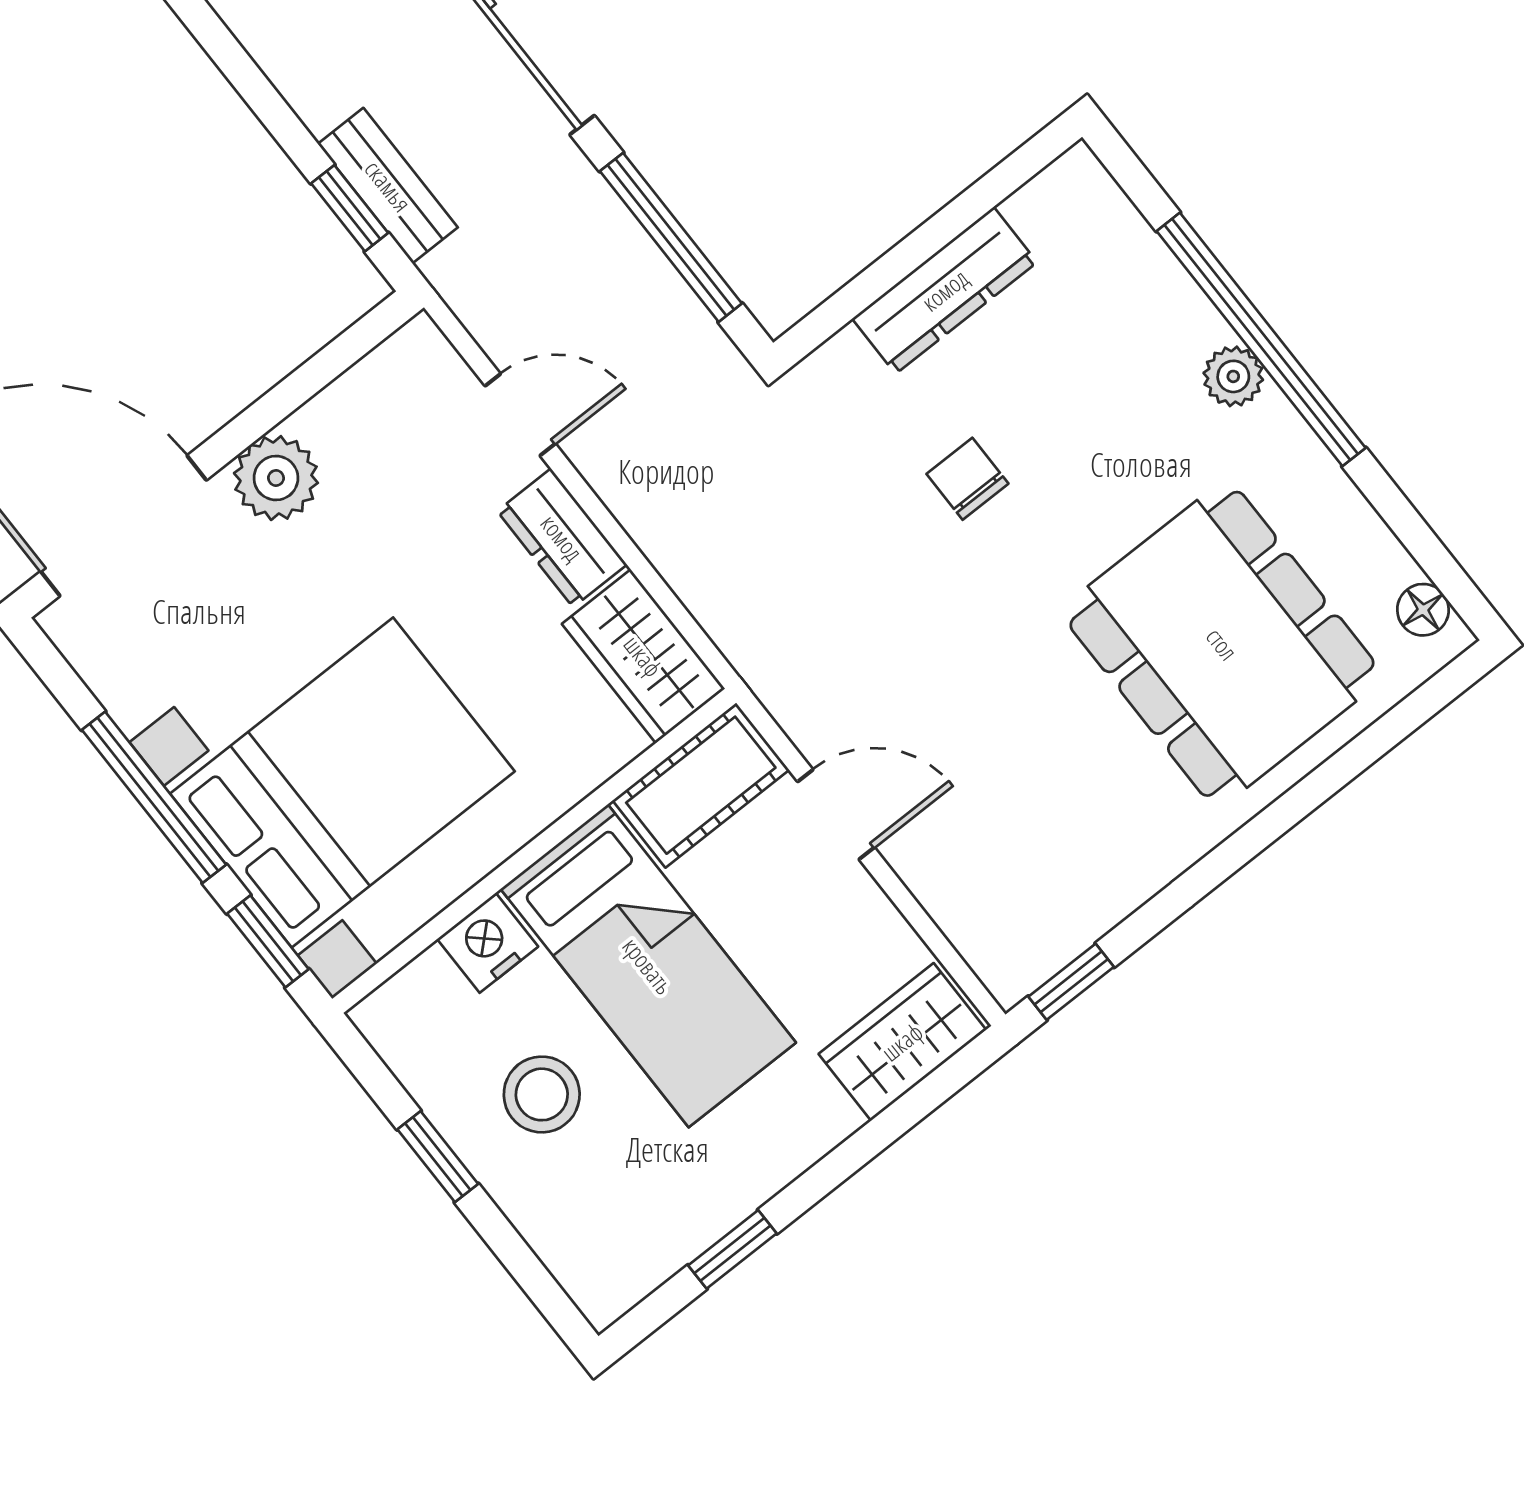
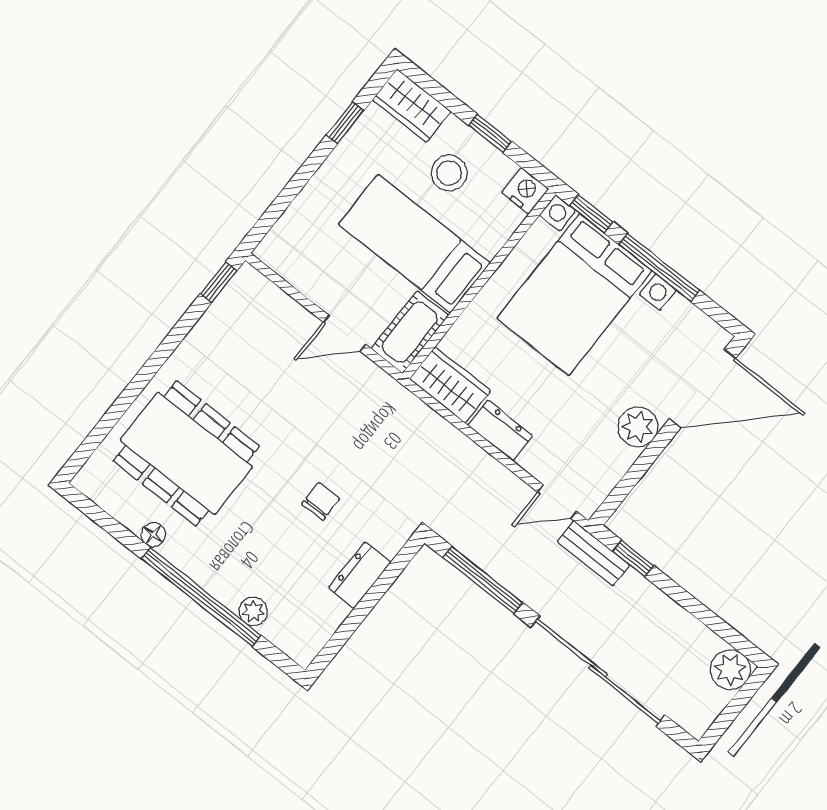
bench: (388, 186) -> (593, 553), moved
dresser: (945, 290) -> (360, 575), width x0.70
plant: (1233, 376) -> (253, 611), moved
door: (520, 415) -> (557, 502), moved
chair: (967, 479) -> (321, 501), turned -90
floor lamp: (1423, 610) -> (153, 535), moved
nightstand: (488, 943) -> (525, 191), moved, turned -90
wardrobe: (902, 1042) -> (412, 106), moved, turned 90

